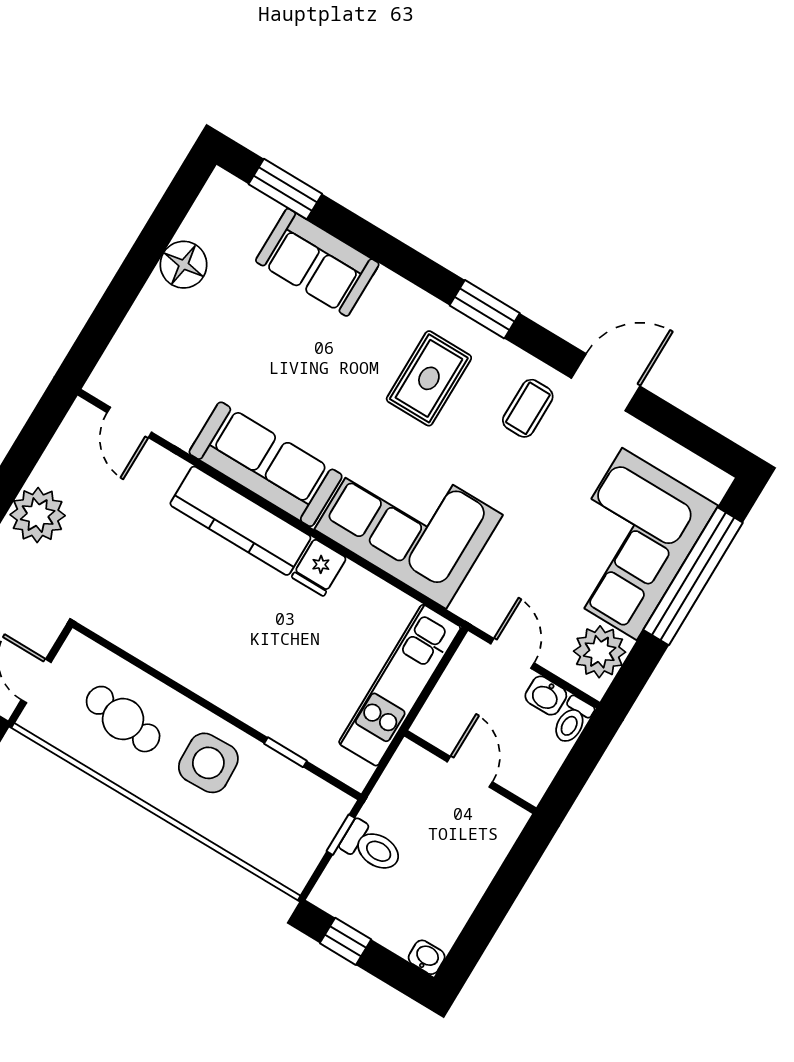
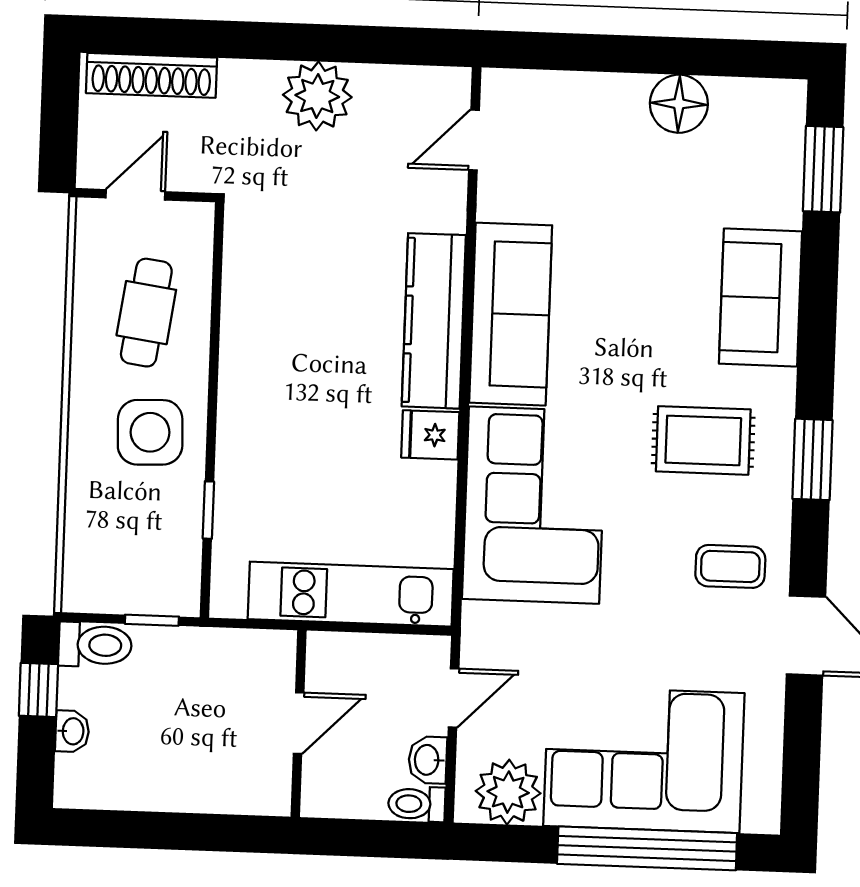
sofa: (317, 262) -> (761, 298), moved
toilet: (372, 847) -> (95, 645), moved, turned -90
washbasin: (427, 957) -> (72, 731), moved

